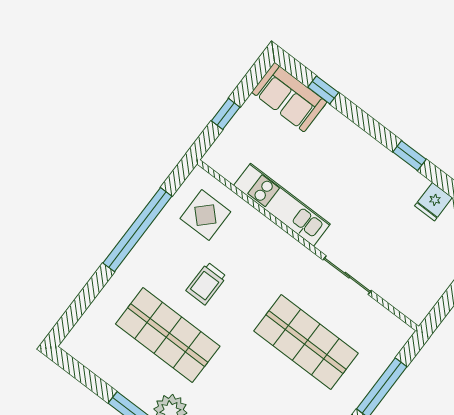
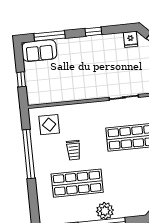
window: (323, 90) -> (50, 36), width x2.17
window: (410, 156) -> (93, 32), moved
kitchen unit: (282, 205) -> (74, 94), removed

